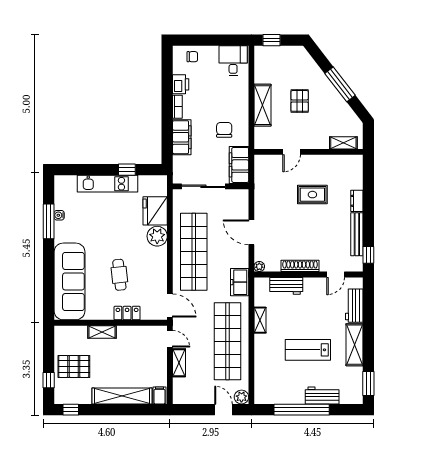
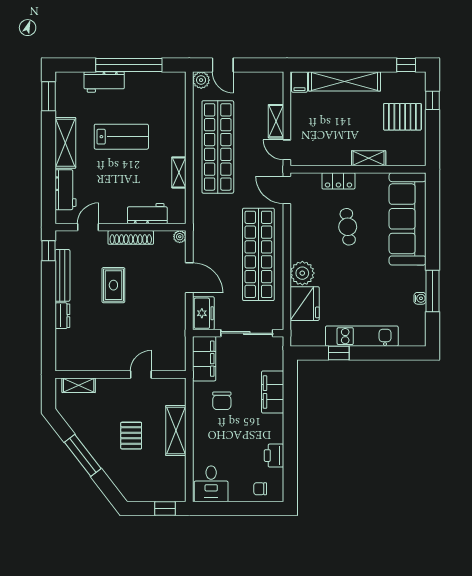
bookcase: (177, 107) -> (278, 429), removed
rug: (312, 195) -> (113, 285), moved, turned 90
freezer: (240, 282) -> (203, 313), moved

